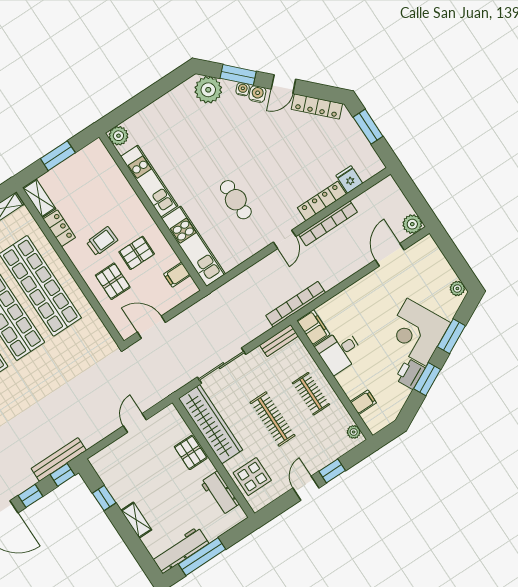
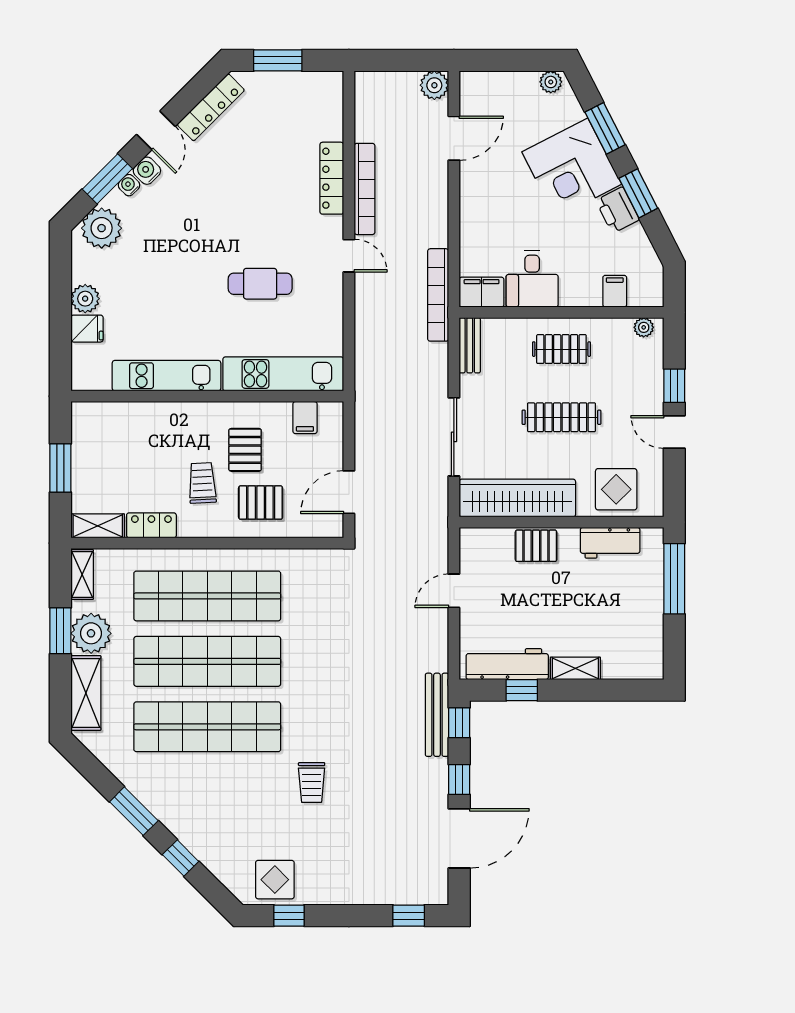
plant: (118, 136) -> (85, 299), moved
fridge: (349, 179) -> (87, 329), moved, turned 180
door: (390, 255) -> (454, 138), swing flipped
door: (135, 423) -> (454, 591), hinge flipped
workbench: (180, 550) -> (507, 664), moved, turned 90
window: (202, 557) -> (674, 579), moved

